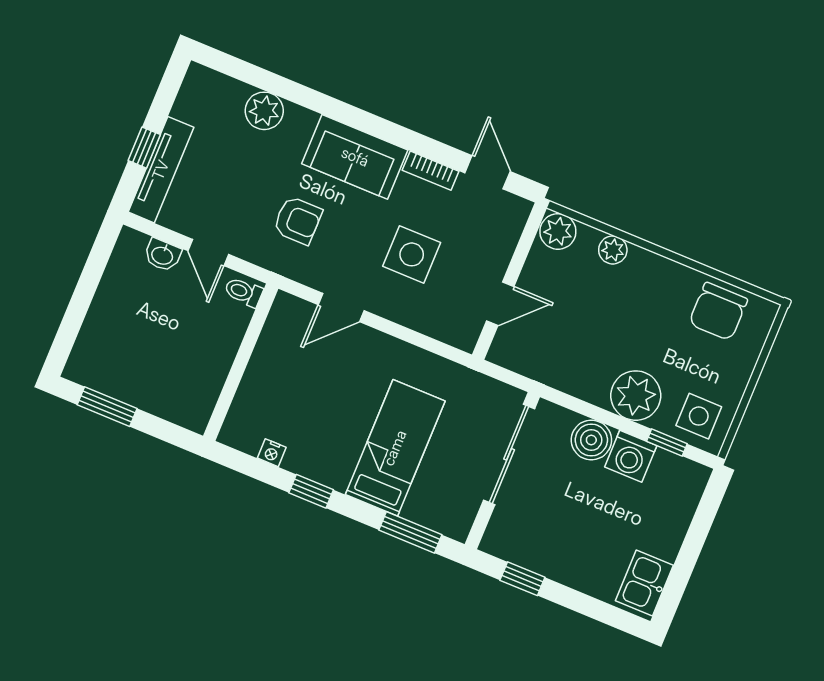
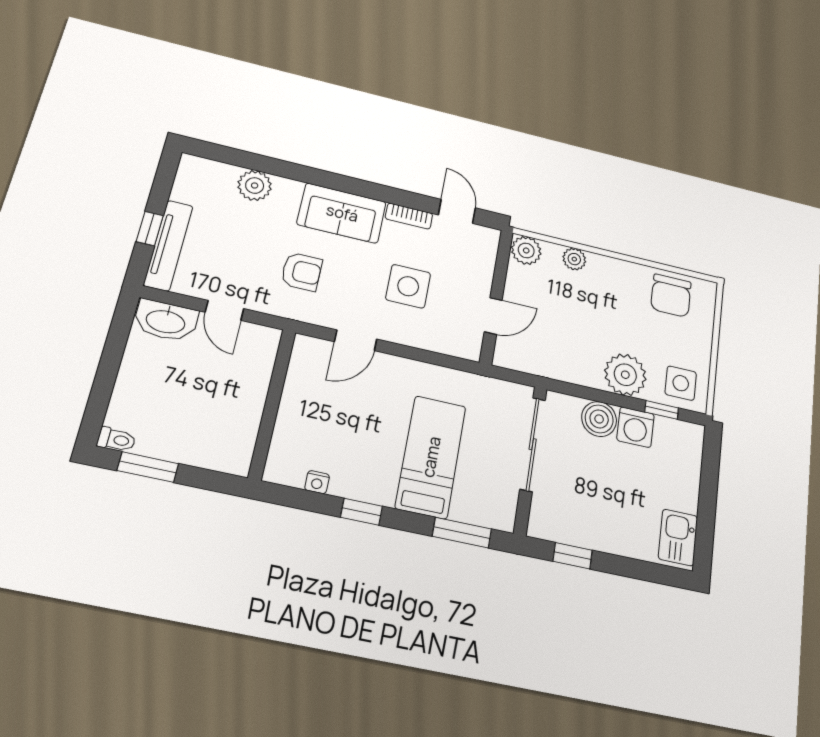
washbasin: (162, 255) -> (166, 321), width x1.91, depth x1.45
toilet: (244, 292) -> (116, 440), moved, turned 180

